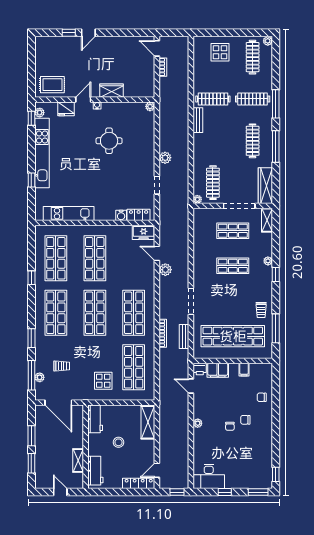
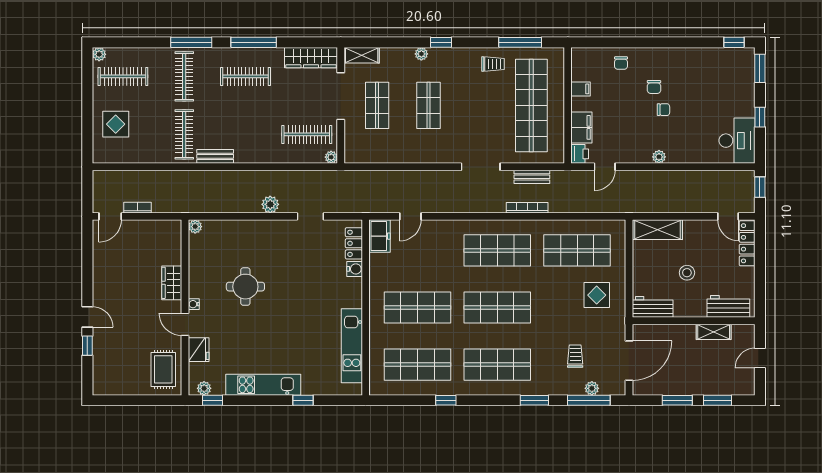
kitchen unit: (42, 153) -> (263, 385), width x0.73
plant: (165, 270) -> (434, 204), removed

